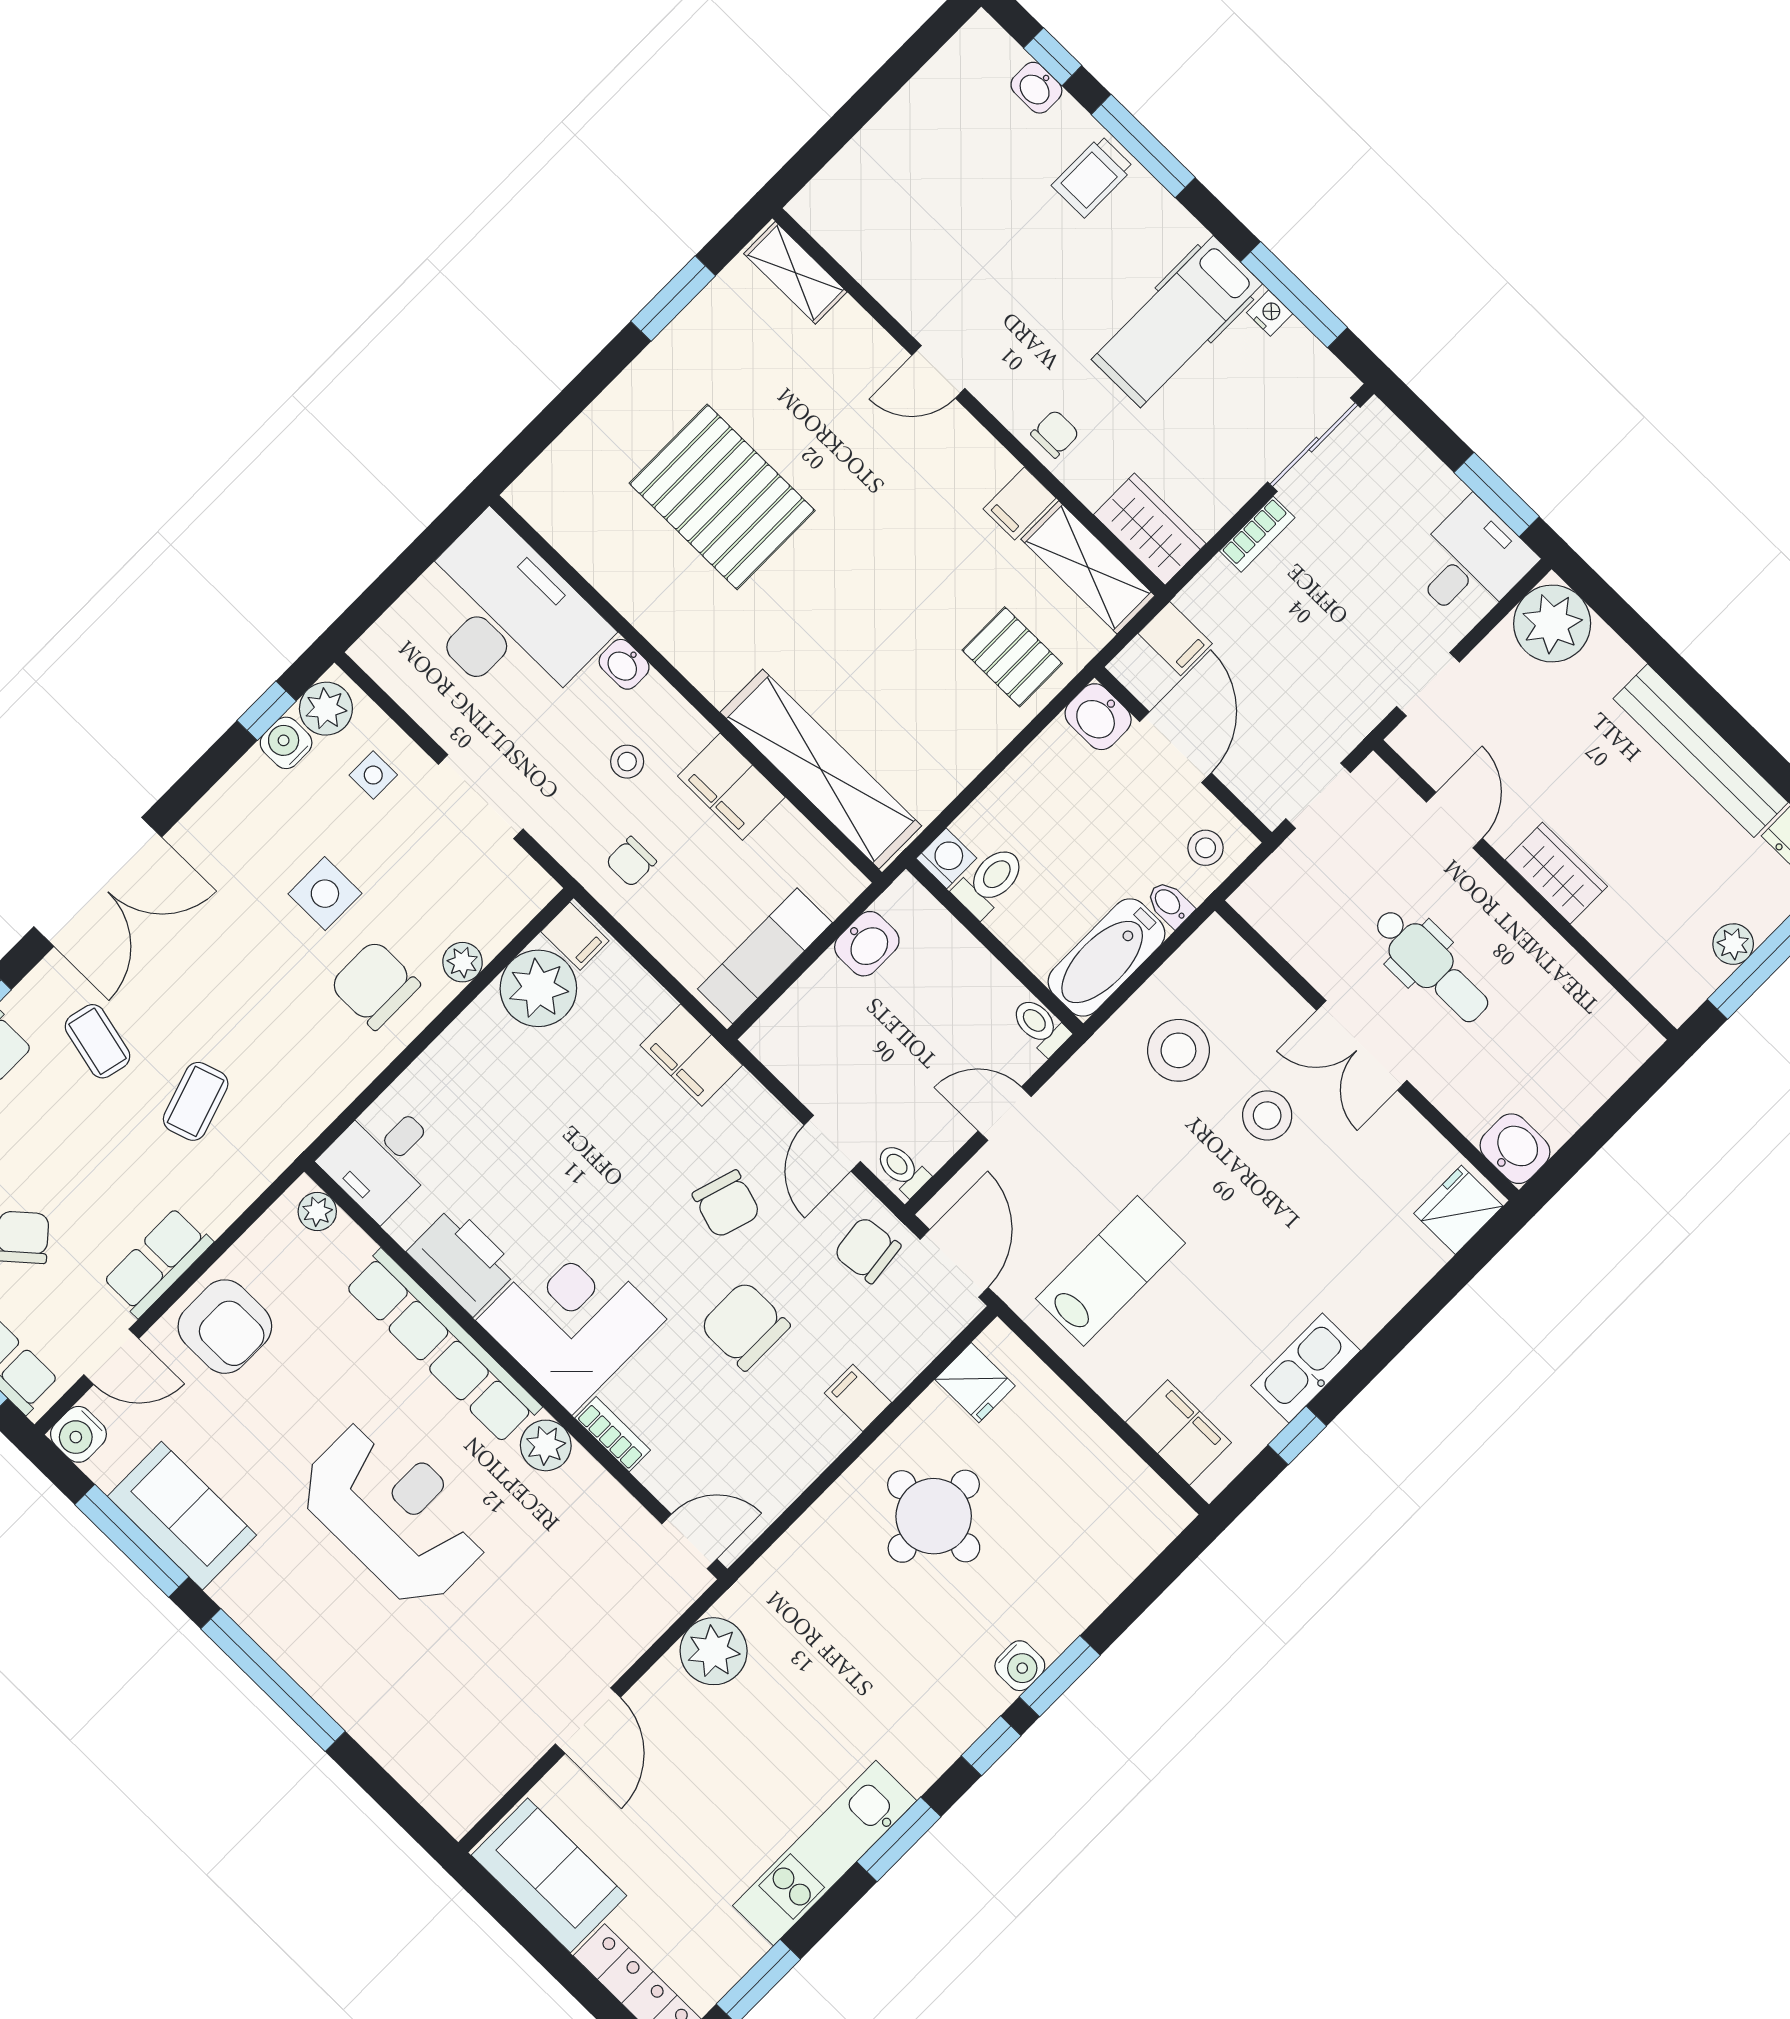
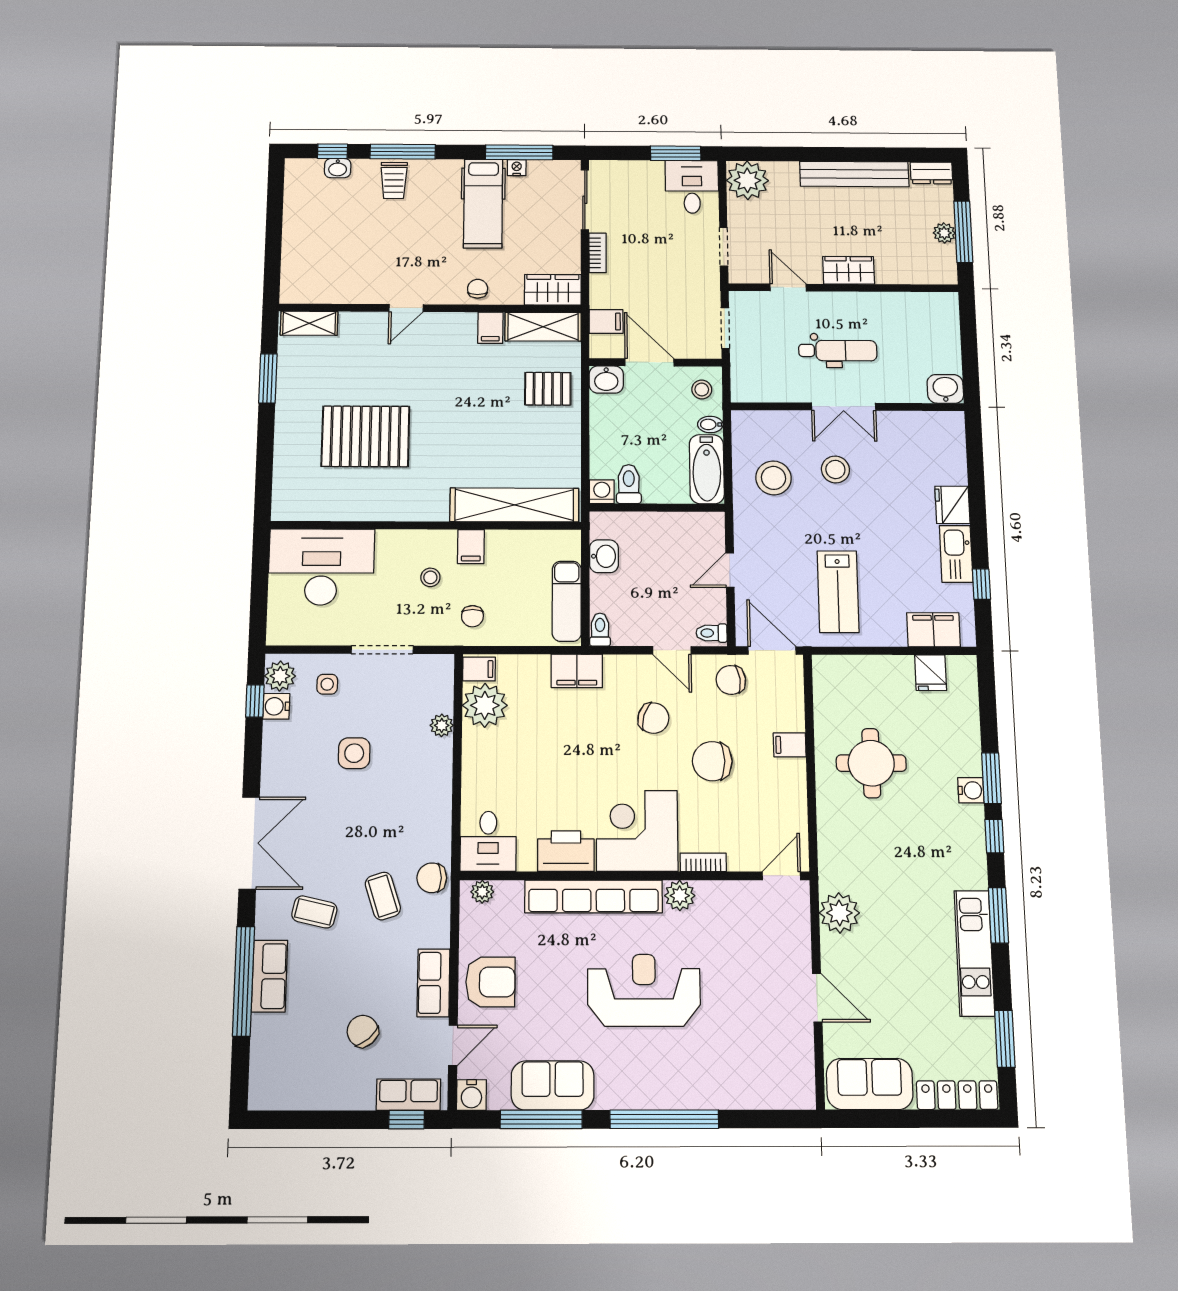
washbasin: (624, 664) -> (390, 540), removed
filing cabinet: (731, 787) -> (471, 547), width x0.50
chair: (375, 985) -> (432, 878), moved, width x0.73, depth x0.73
toilet: (1040, 1026) -> (600, 630), moved, turned 90
fridge: (1458, 1210) -> (952, 505), moved
lab bench: (1110, 1271) -> (838, 592), turned 180
fridge: (975, 1383) -> (931, 673), moved, turned 90

